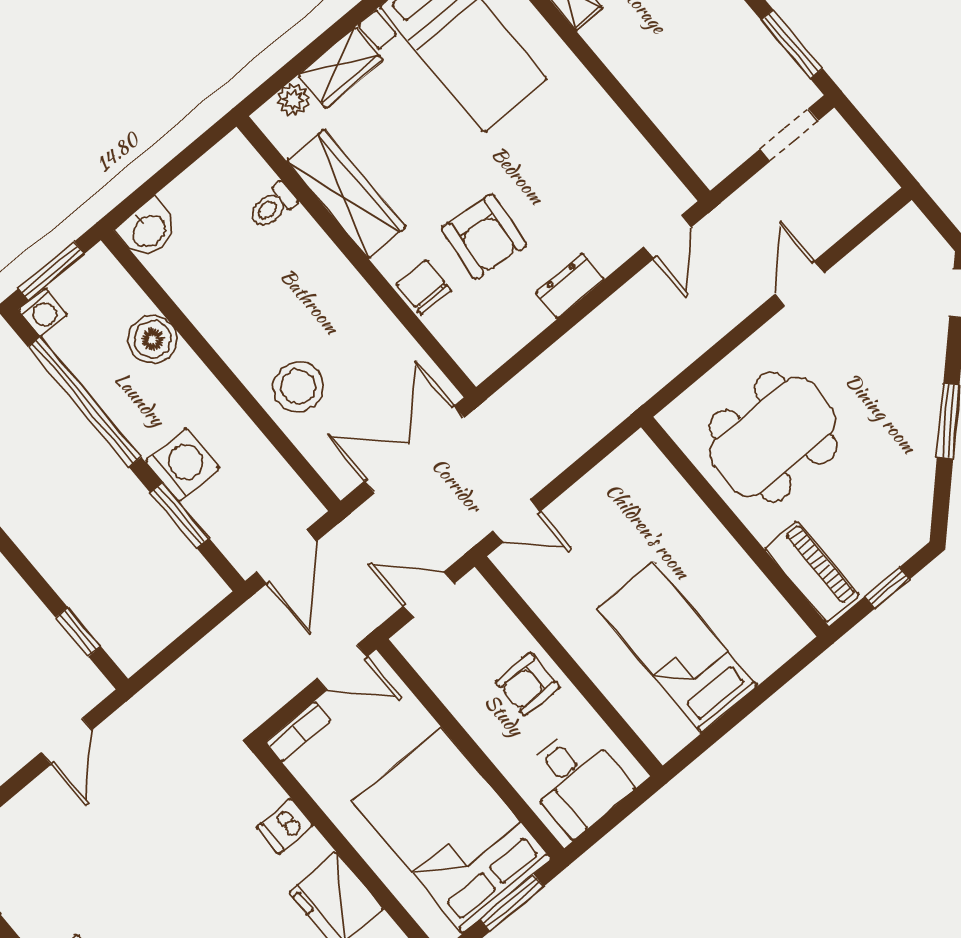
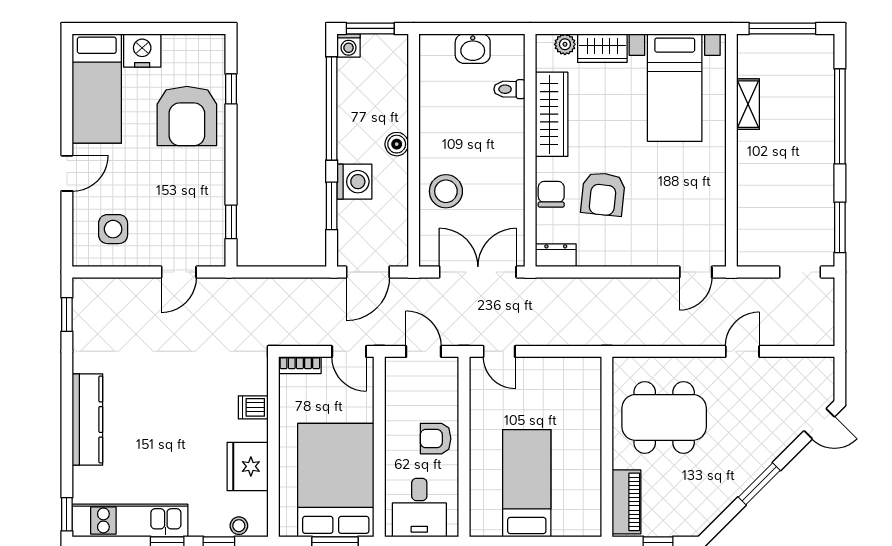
washbasin: (148, 230) -> (473, 49), moved
dresser: (570, 286) -> (556, 255), moved
boiler: (153, 339) -> (397, 144), moved, width x0.73, depth x0.73

